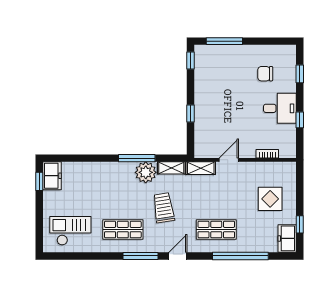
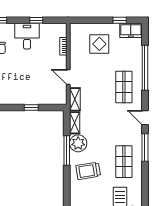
trolley: (164, 208) -> (88, 171), moved

